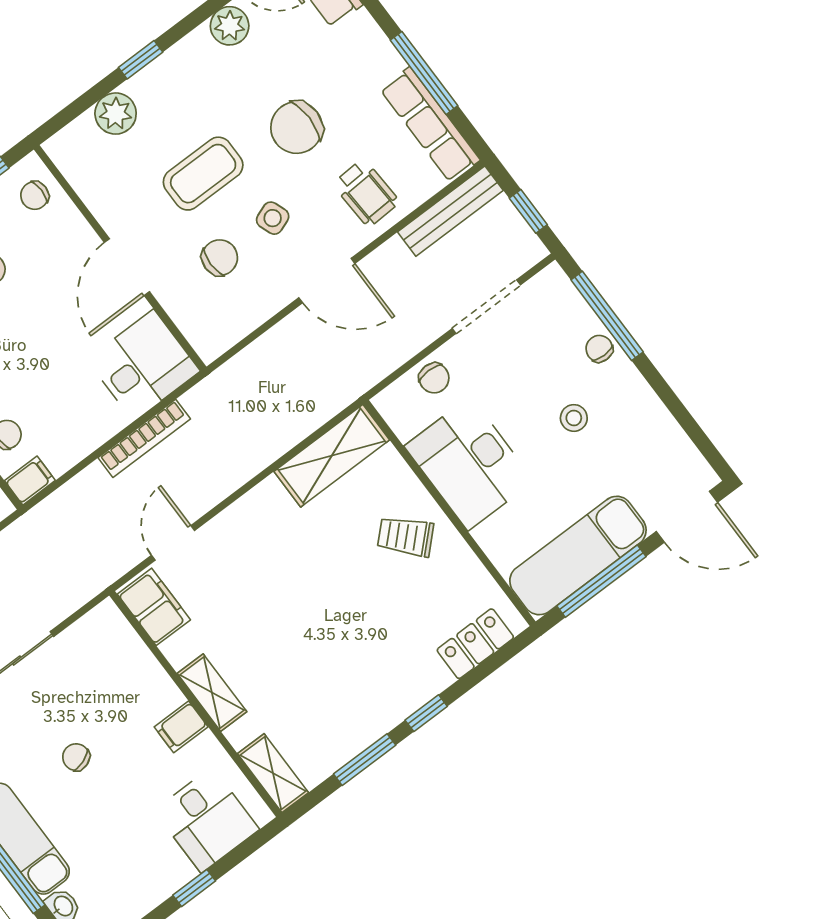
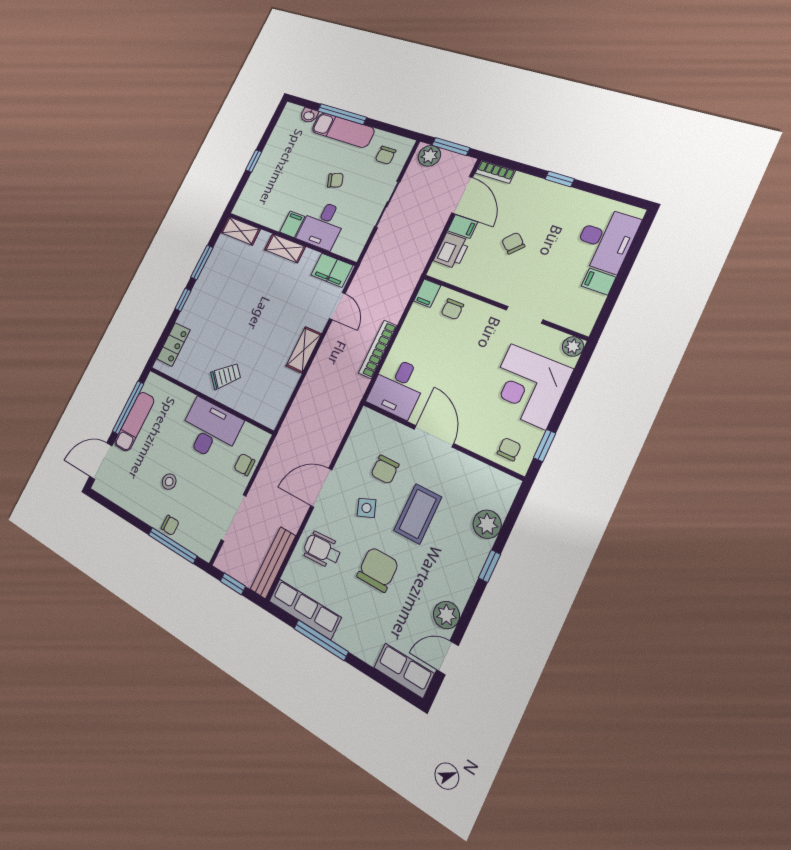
shelving: (332, 456) -> (304, 350), moved, width x0.67, depth x0.75
exam couch: (578, 556) -> (134, 421), width x0.73, depth x0.69
desk: (207, 820) -> (322, 225), moved, turned -90

